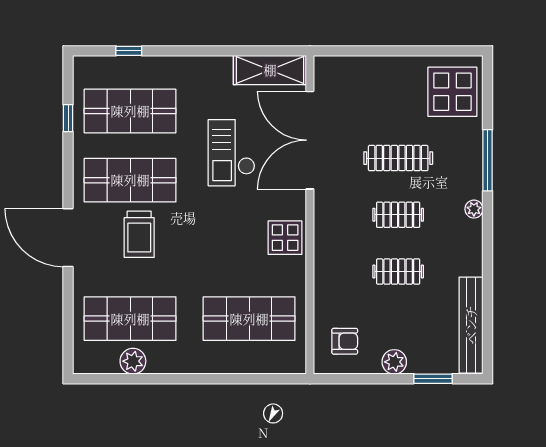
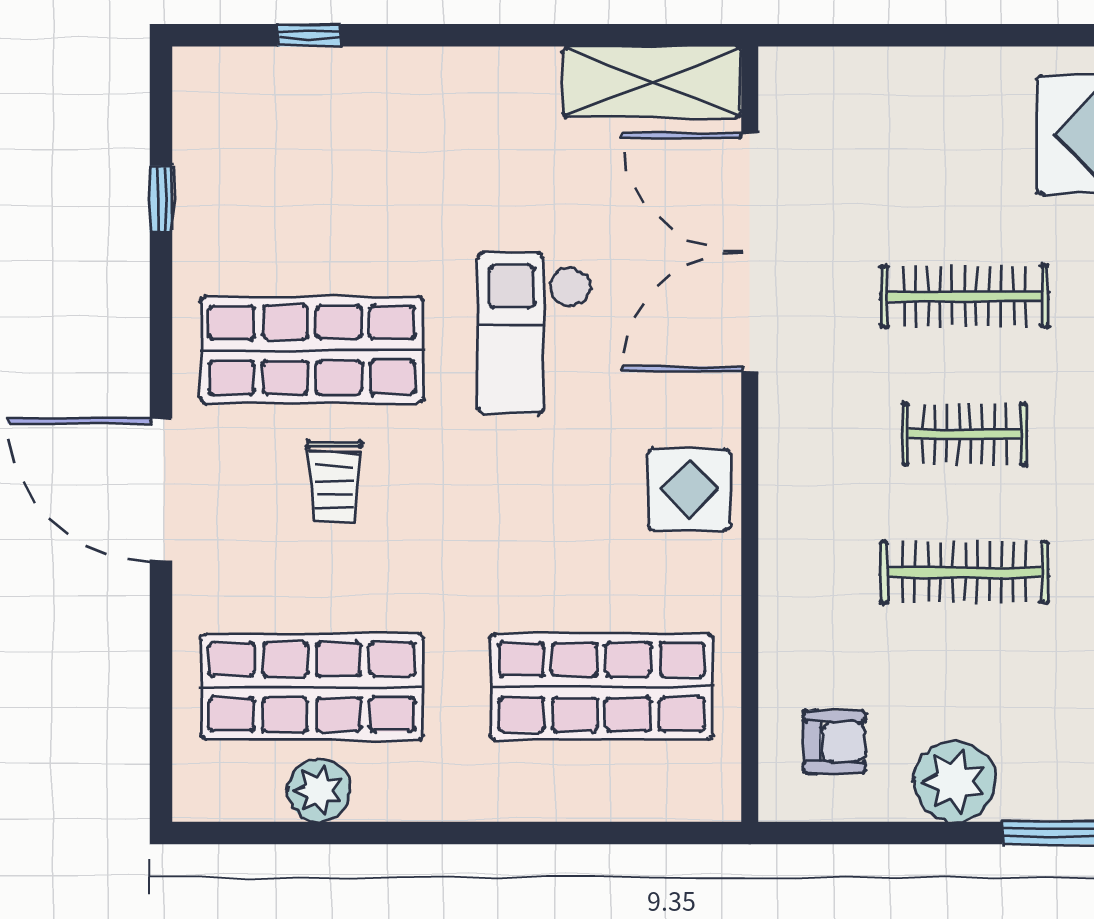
shop shelf: (130, 111) -> (312, 181), removed
checkout: (231, 153) -> (534, 333), moved
trolley: (139, 234) -> (334, 482), width x0.73, depth x0.72
clothes rail: (398, 272) -> (964, 572), width x1.36
plant: (394, 362) -> (955, 781), width x1.36, depth x1.36

